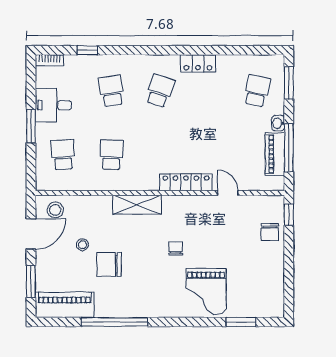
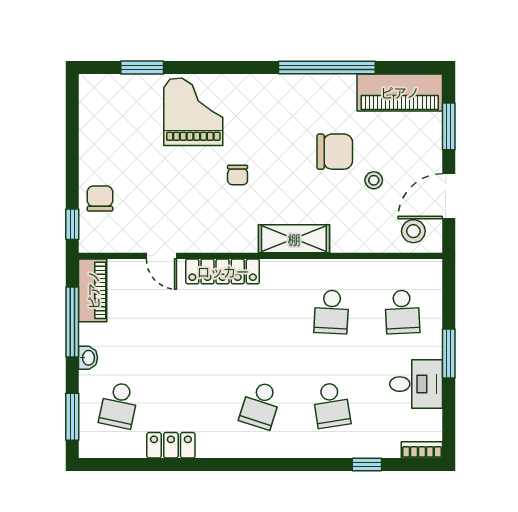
locker: (198, 63) -> (171, 445), moved
piano: (275, 154) -> (93, 290), moved

